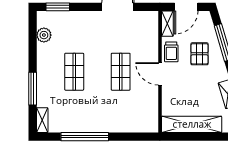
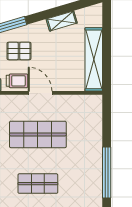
shop shelf: (121, 72) -> (38, 134), width x1.43, depth x1.36
door: (160, 74) -> (40, 93), swing flipped

